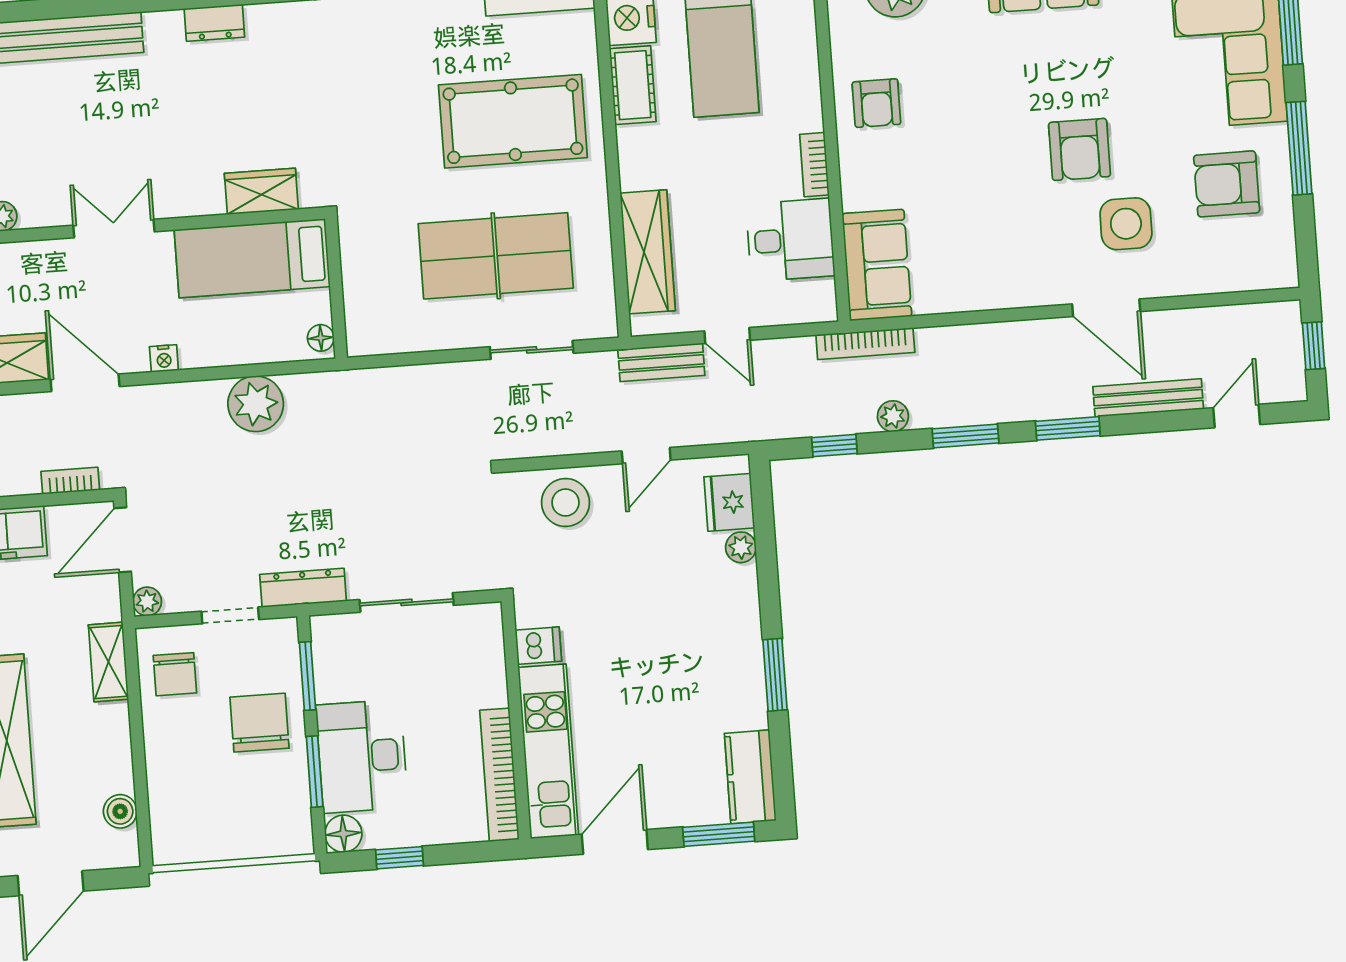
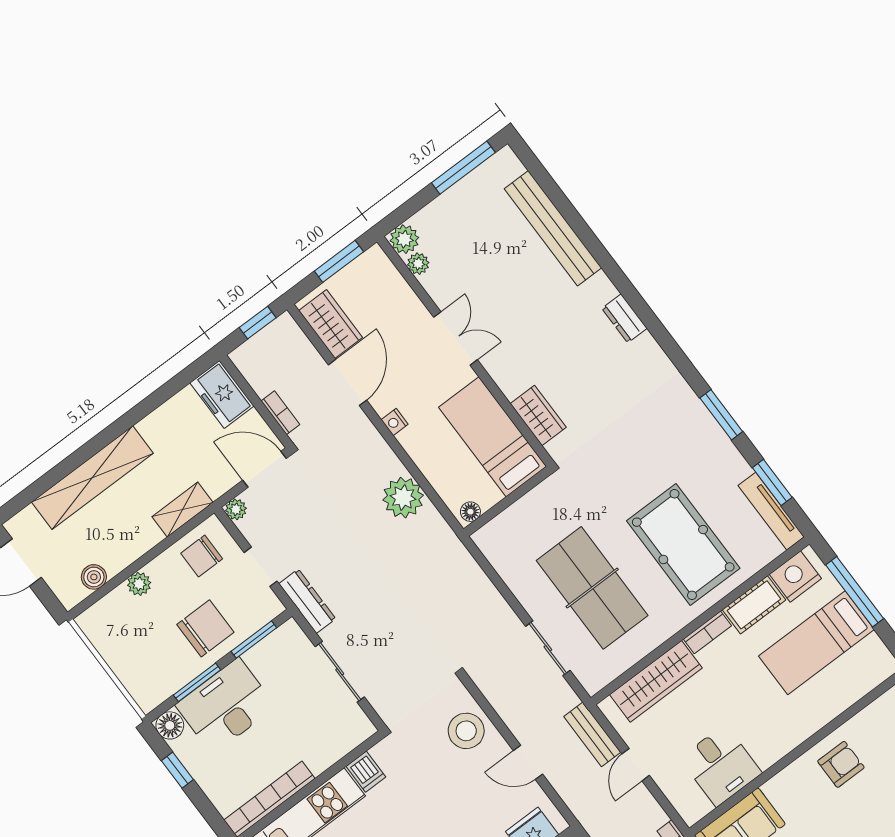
armchair: (876, 103) -> (841, 764), turned 180
bookcase: (814, 165) -> (707, 632), moved, turned 180
plant: (161, 765) -> (139, 584), added

